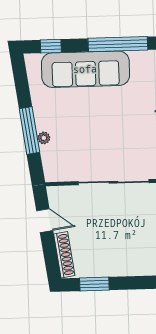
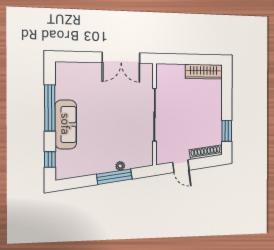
sofa: (85, 69) -> (66, 124), width x0.74, depth x0.79
door: (45, 221) -> (181, 166), swing flipped

